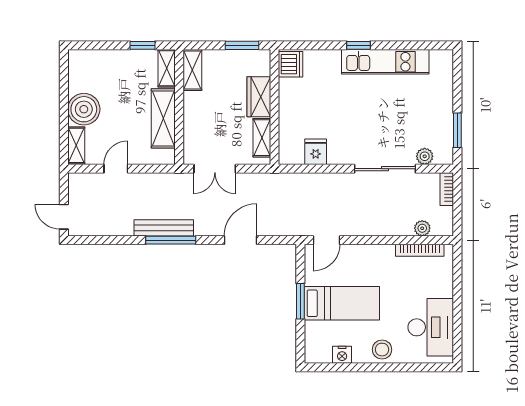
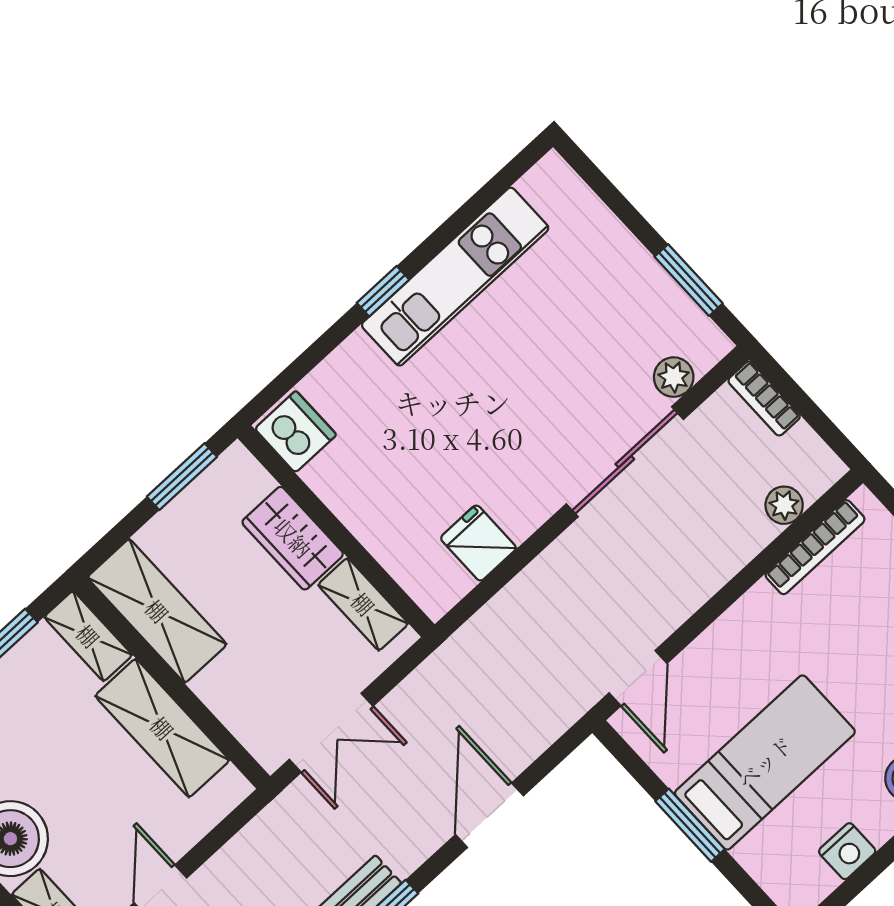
shelving: (192, 70) -> (157, 611), width x1.50, depth x1.33

